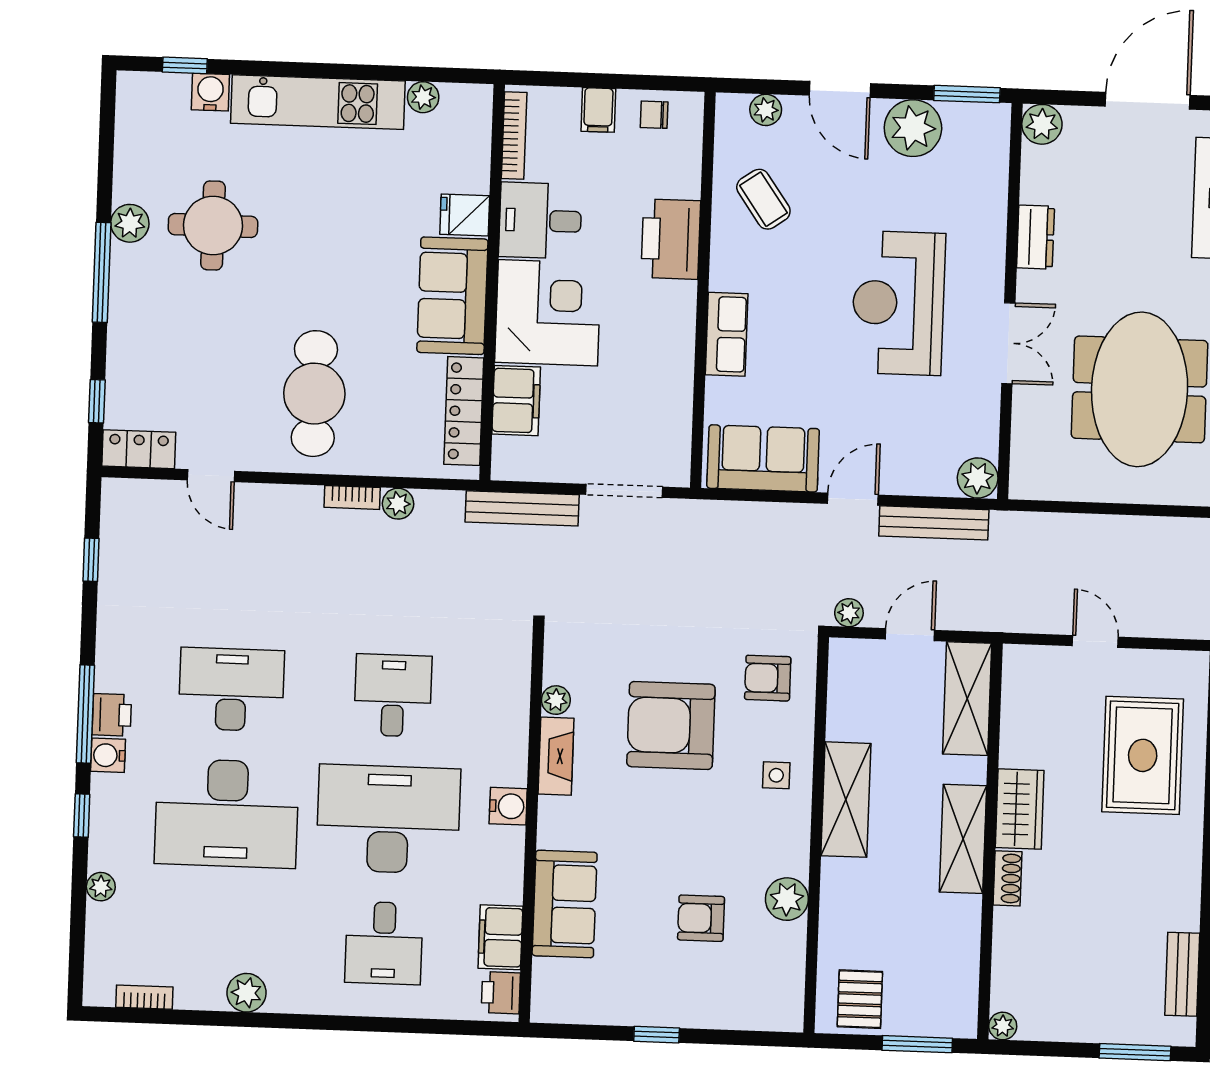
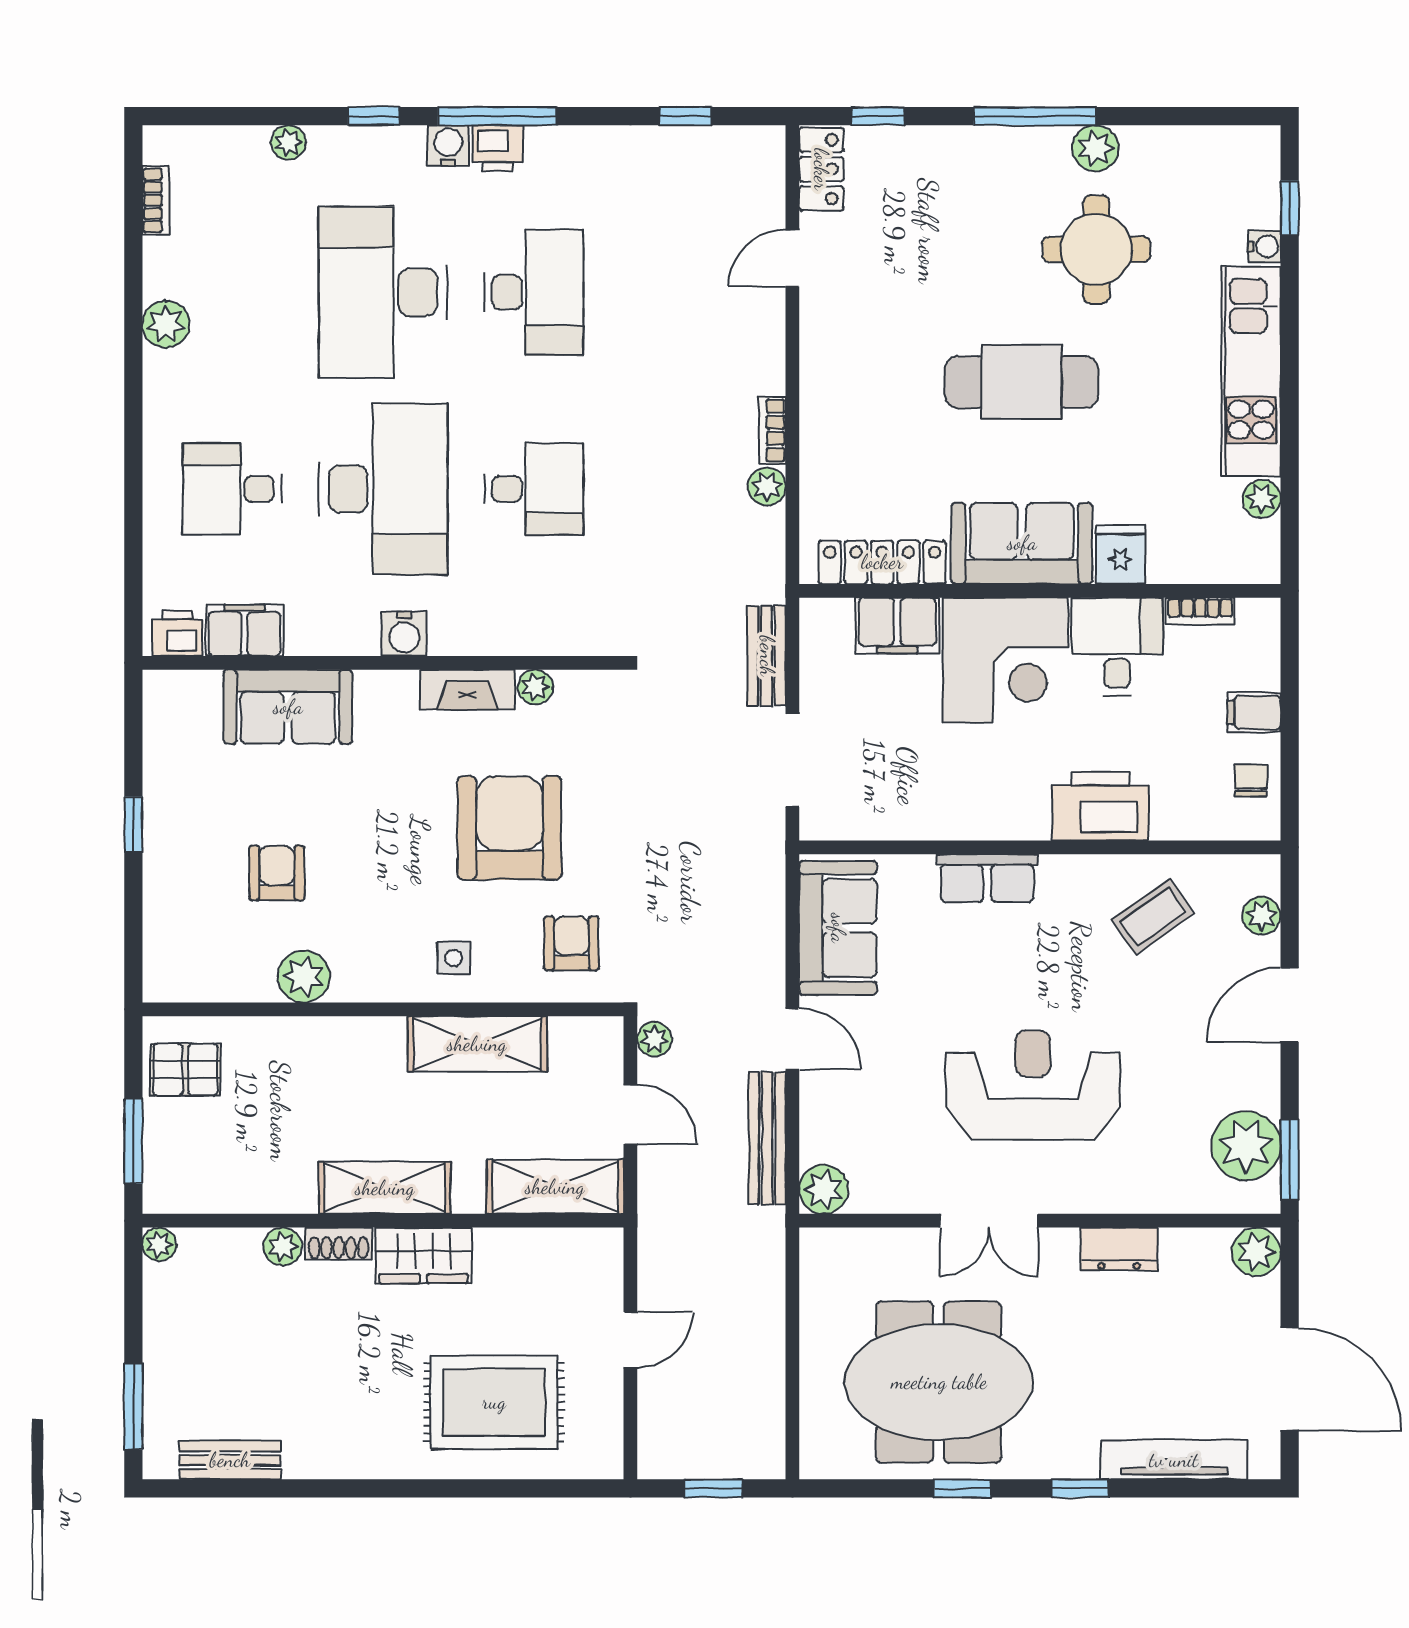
water cooler: (210, 92) -> (1265, 246), width x0.72, depth x0.72
plant: (913, 128) -> (1246, 1146), moved
bookcase: (514, 135) -> (1200, 611), width x0.64
cafe table: (314, 394) -> (1022, 382), moved
bench: (522, 508) -> (767, 656), width x0.73
shelving: (846, 800) -> (477, 1044), moved
plant: (1008, 924) -> (283, 1247), added

